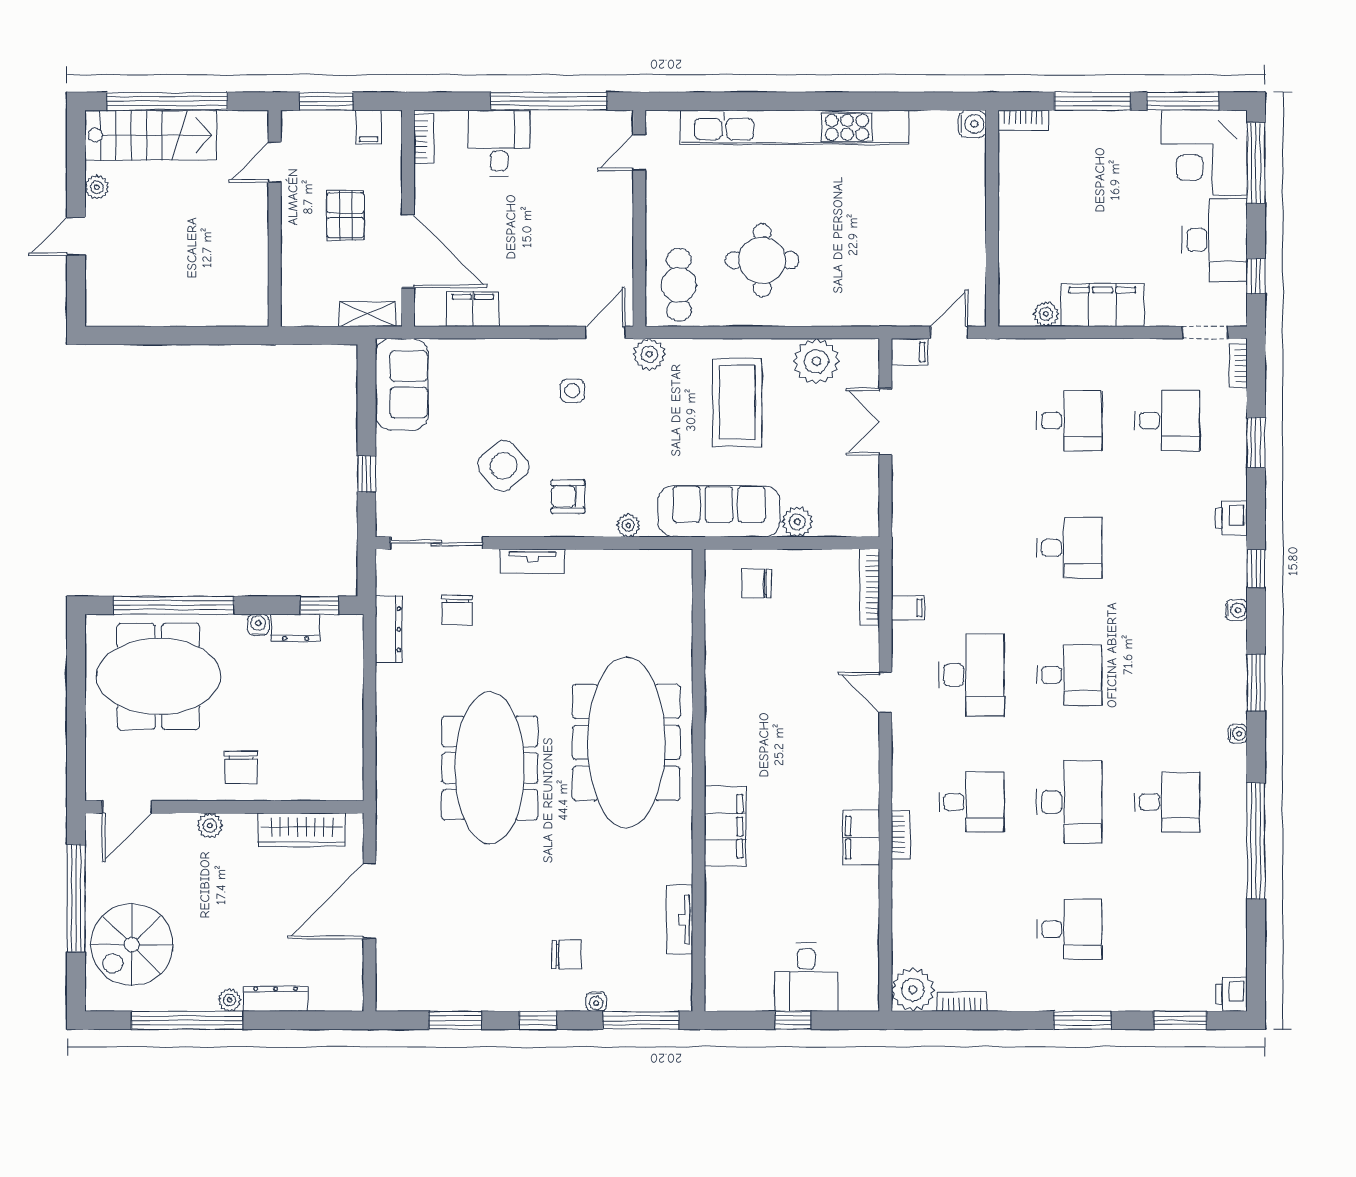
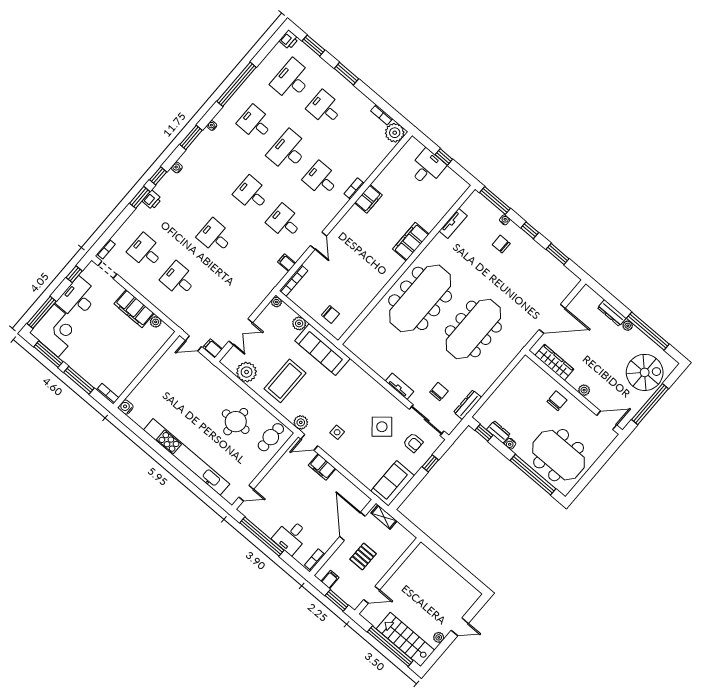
filing cabinet: (473, 309) -> (322, 467), moved
window: (1256, 443) -> (140, 197), moved
armchair: (568, 497) -> (413, 443), moved
plant: (628, 525) -> (276, 302), moved
desk: (971, 675) -> (285, 222), width x0.73
desk: (1167, 929) -> (292, 80), added

